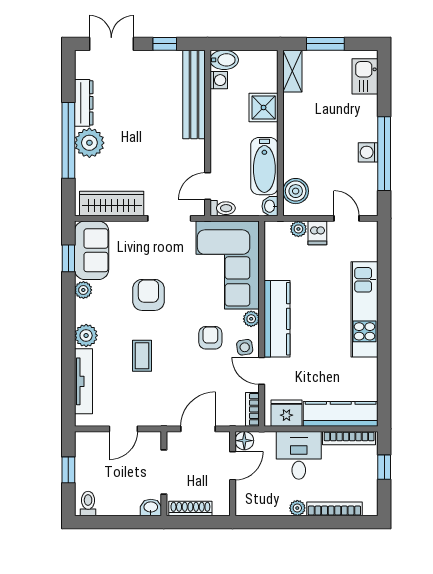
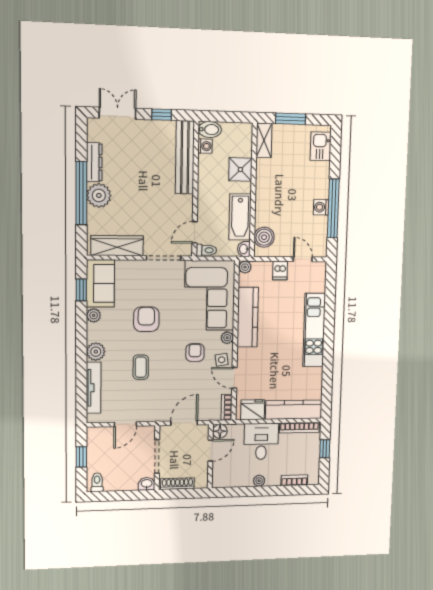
plant: (298, 229) -> (245, 267), moved
kitchen counter: (277, 319) -> (248, 317), moved
bookcase: (334, 509) -> (294, 480), width x0.64

